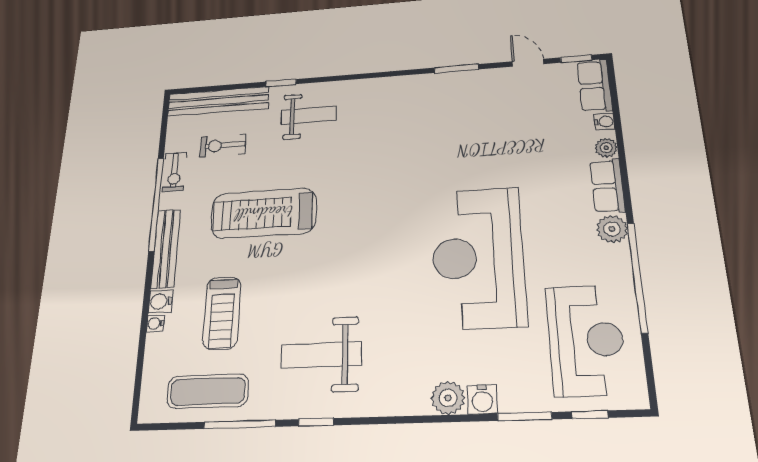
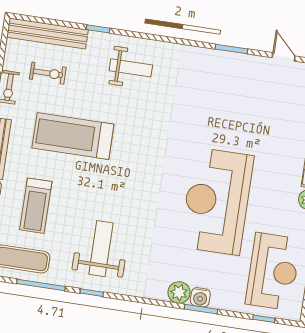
weight bench: (309, 115) -> (131, 68), moved
exercise bike: (223, 145) -> (48, 73), turned 180
weight bench: (321, 355) -> (101, 249), turned 90
window: (525, 416) -> (201, 309), moved

